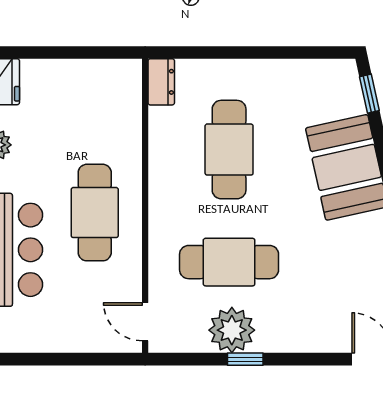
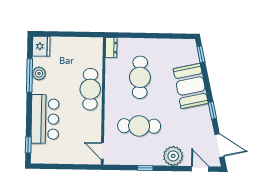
cafe table: (95, 213) -> (90, 89), moved
plant: (232, 330) -> (173, 156), moved

